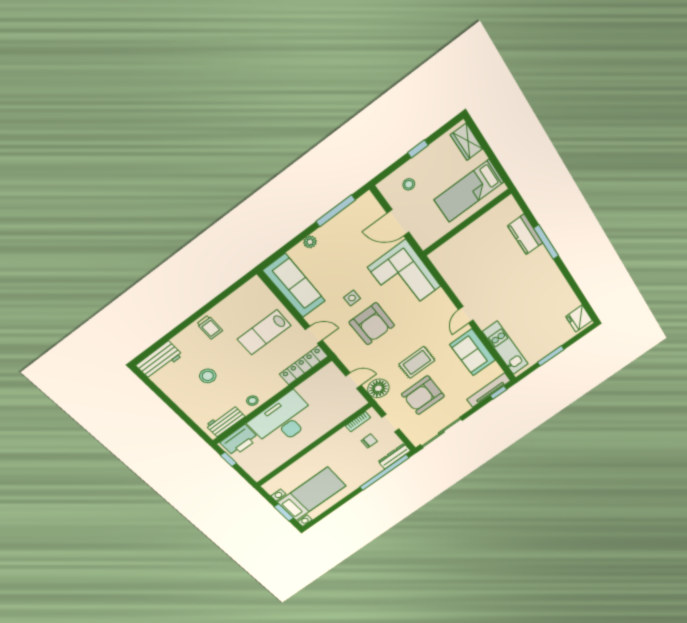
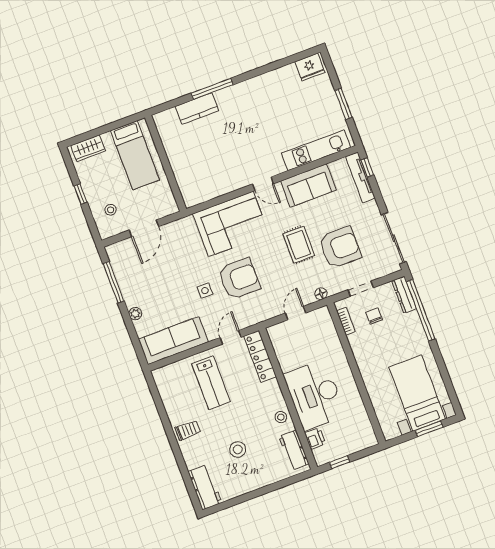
corner sofa: (404, 277) -> (231, 224), moved
floor lamp: (378, 388) -> (321, 294), width x0.53, depth x0.53
armchair: (423, 395) -> (340, 247), turned -90
printer: (239, 440) -> (315, 438), width x0.53, depth x0.68

